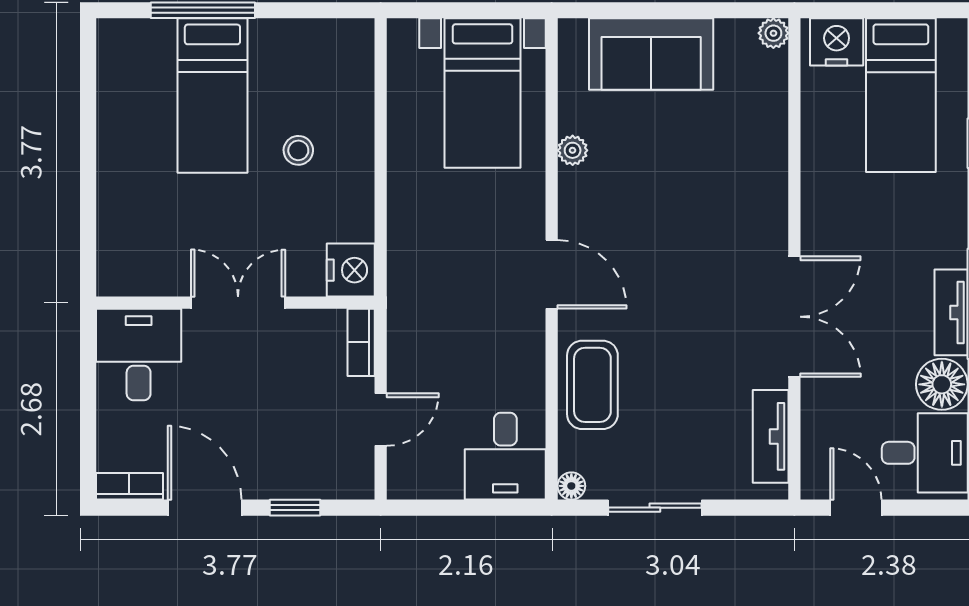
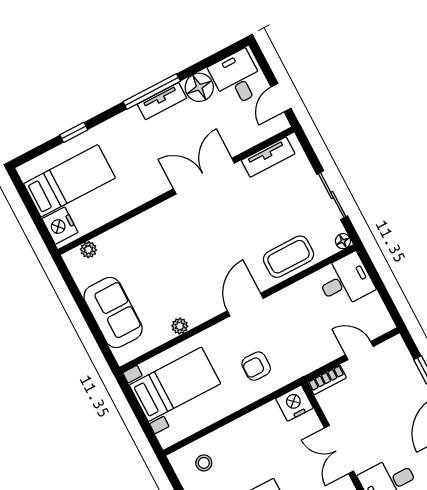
plant: (773, 33) -> (88, 250), moved
stool: (298, 150) -> (204, 463), moved
armchair: (443, 240) -> (256, 366), added

